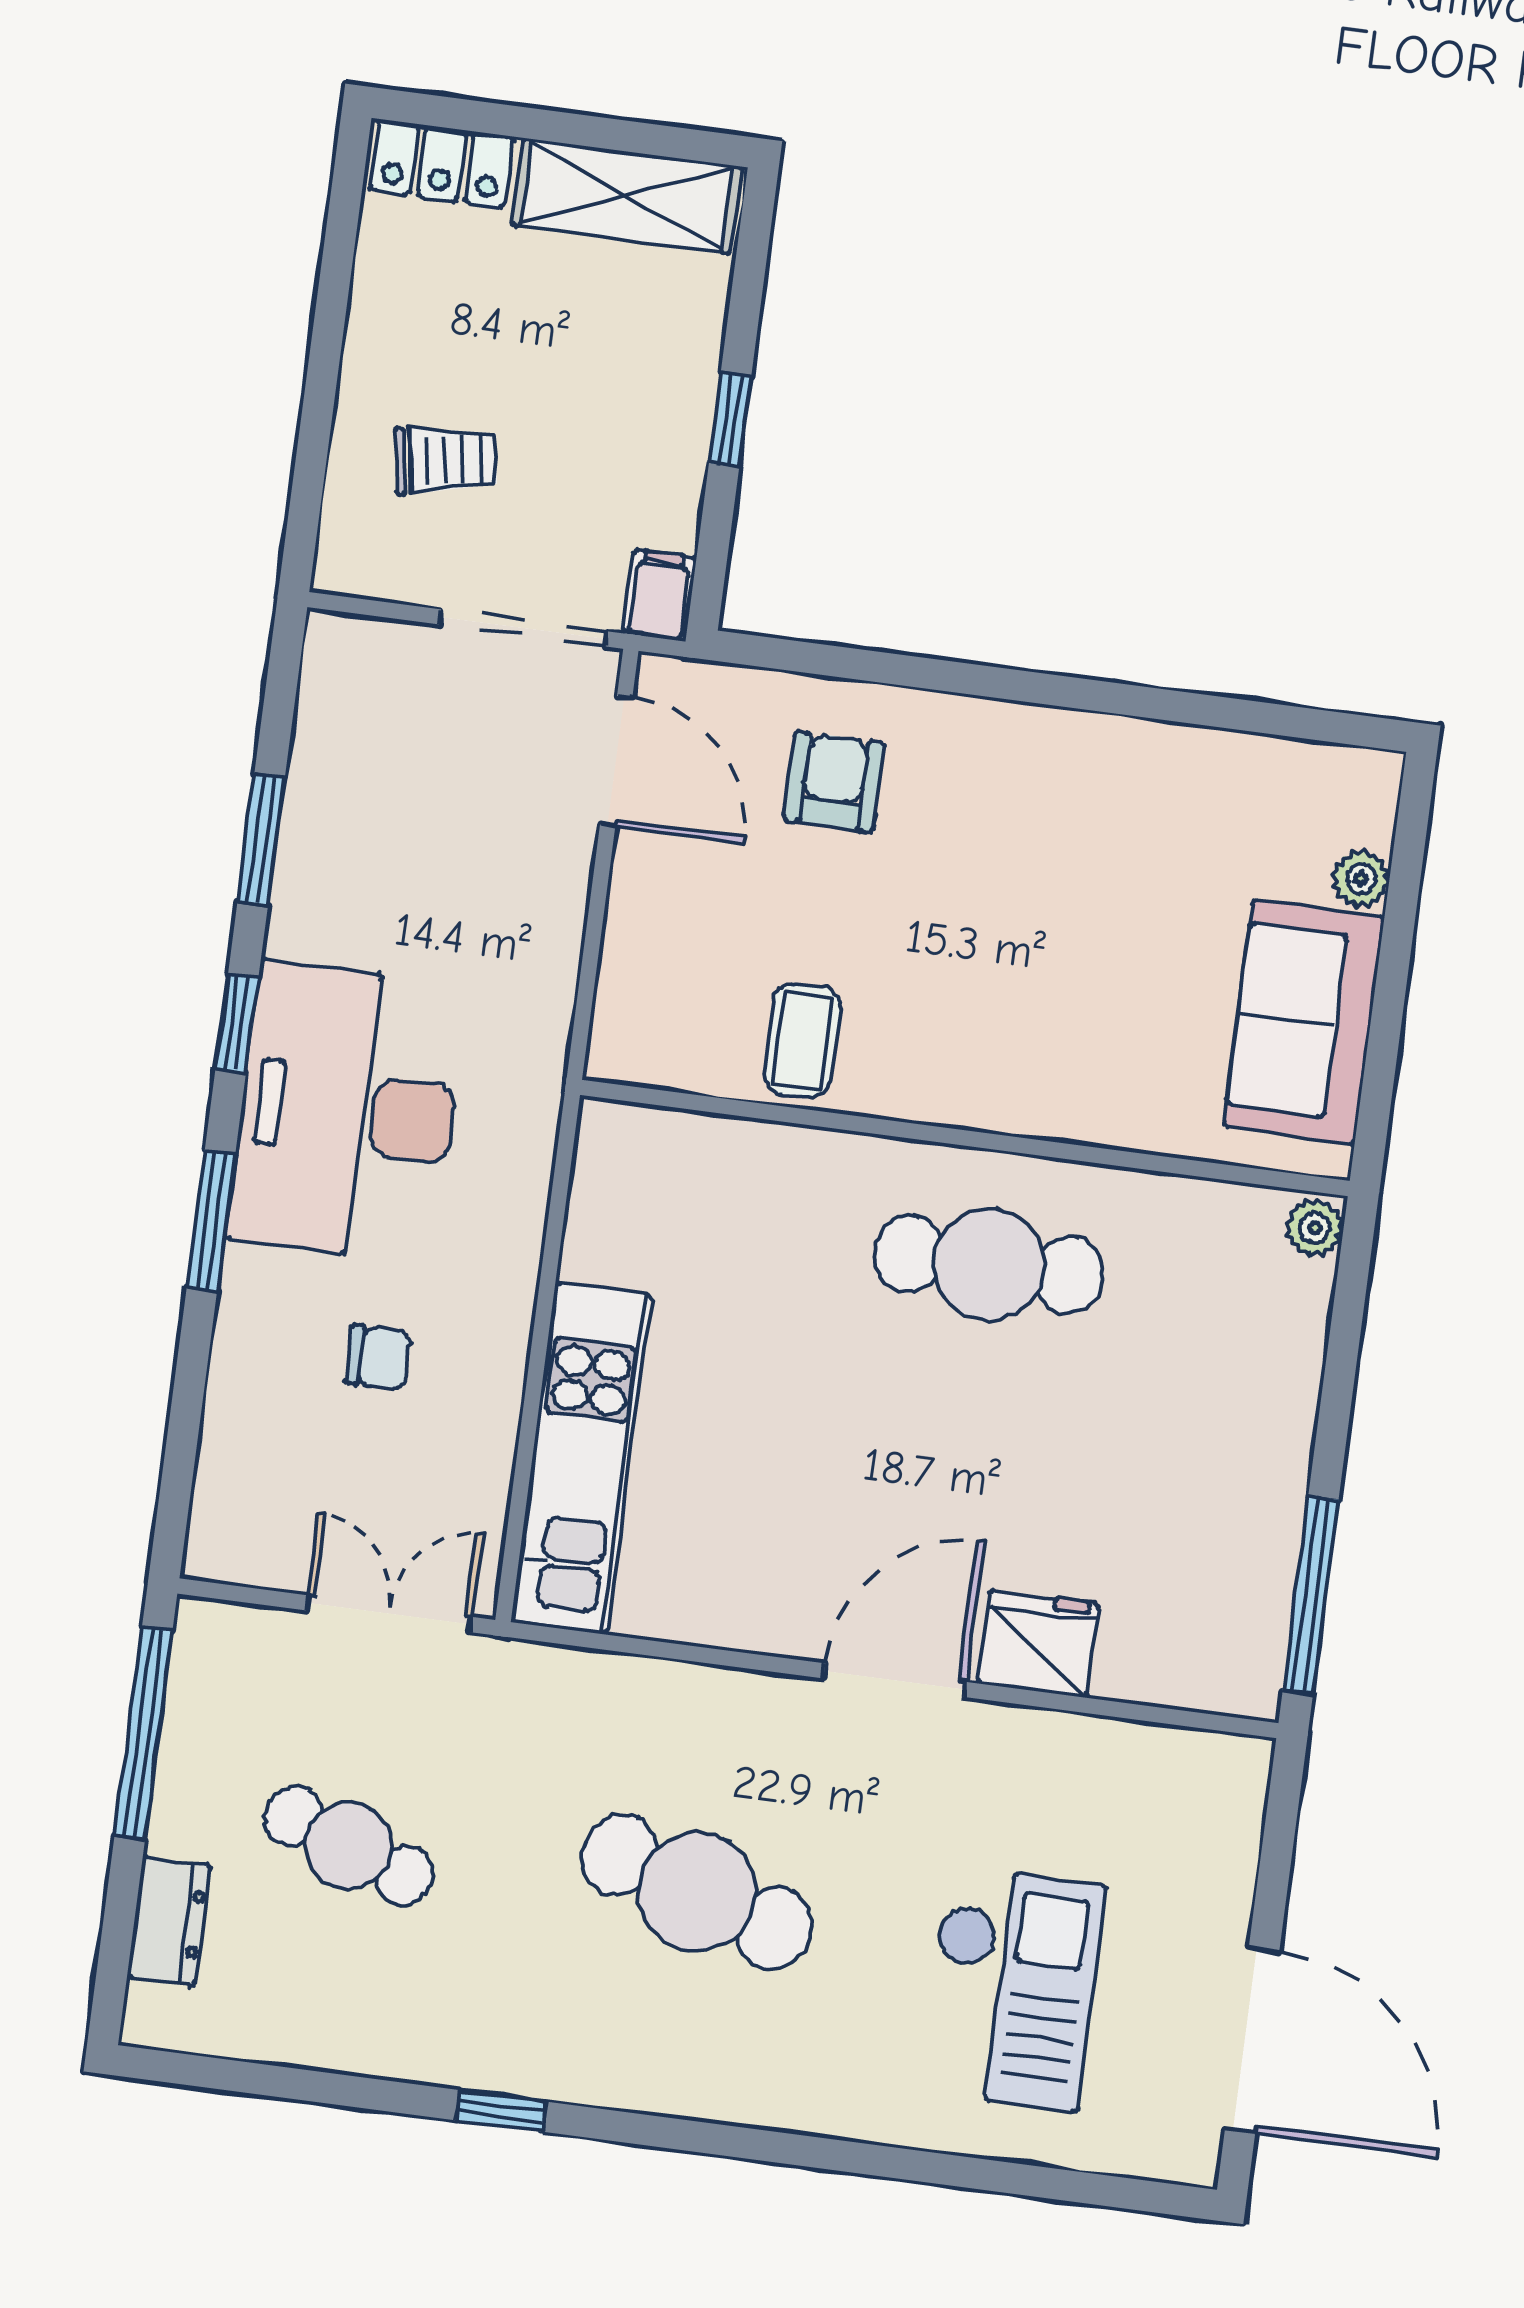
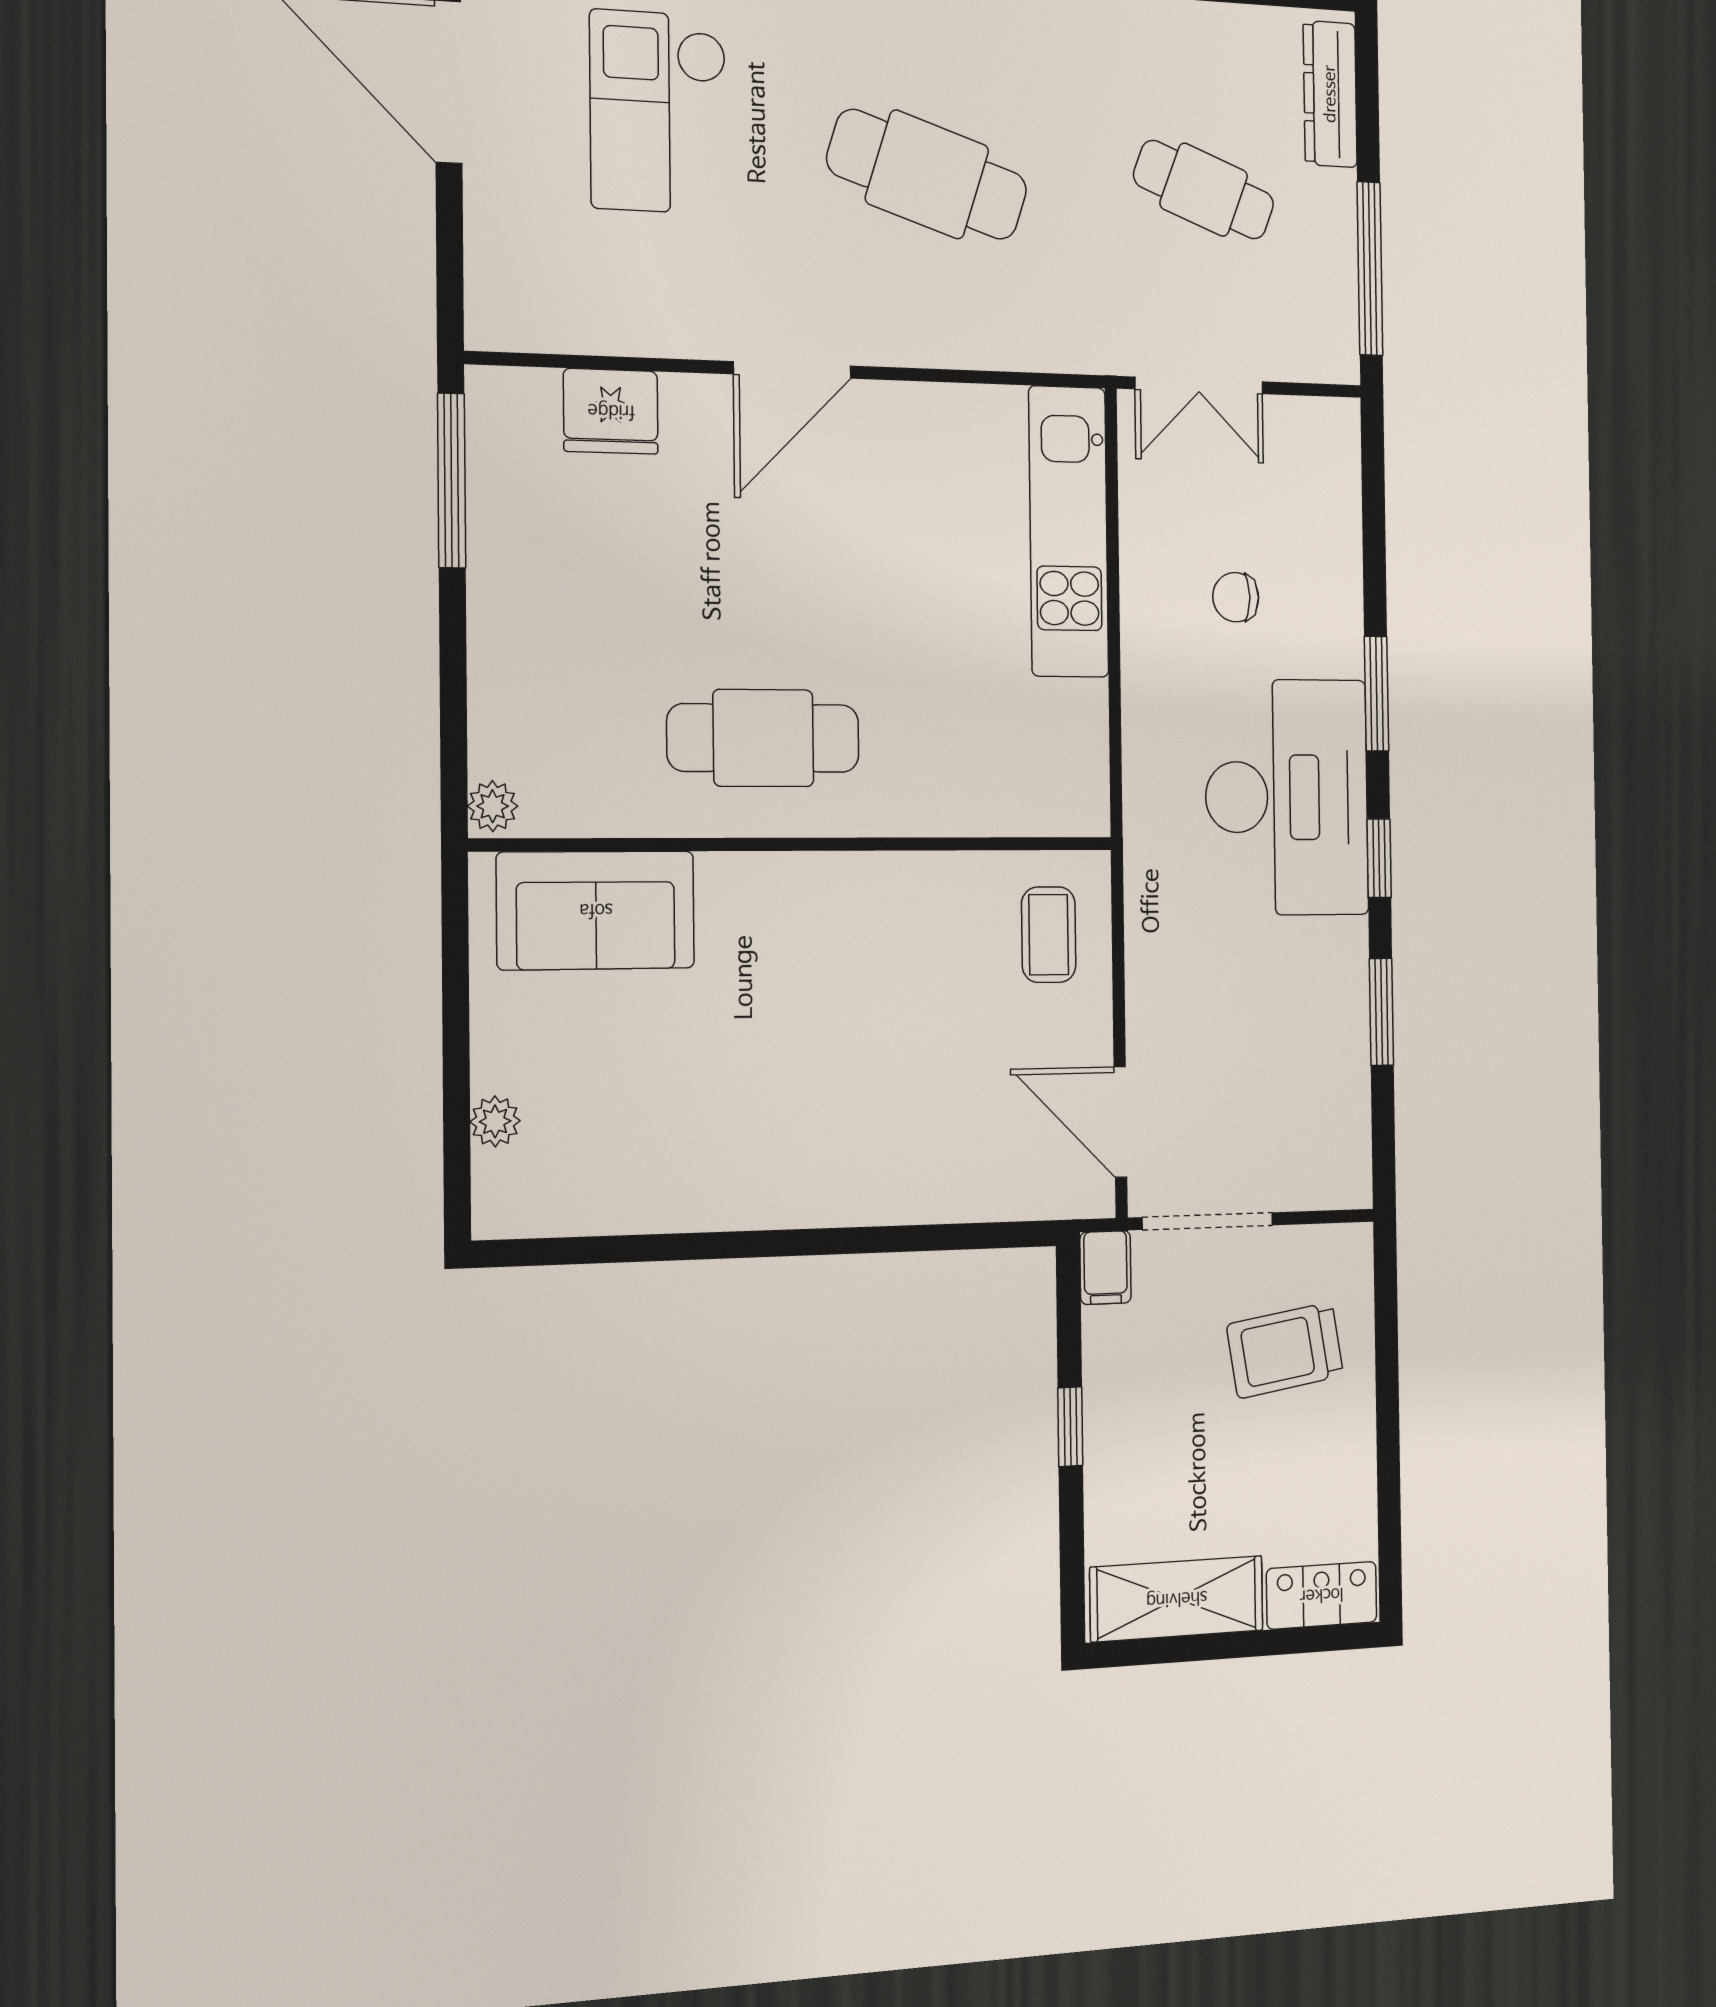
trolley: (446, 460) -> (1285, 1350), width x1.36, depth x1.39
armchair: (834, 782) -> (946, 1134), removed
sofa: (1304, 1022) -> (596, 910), moved, turned 90
coffee table: (802, 1040) -> (1049, 935), moved
fridge: (1038, 1644) -> (611, 411), moved
dresser: (169, 1921) -> (1330, 94), width x1.44

